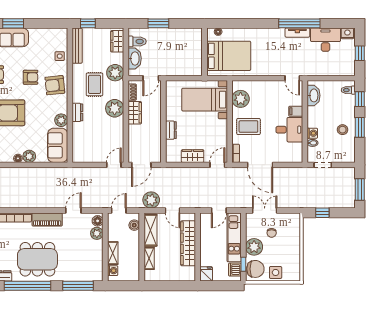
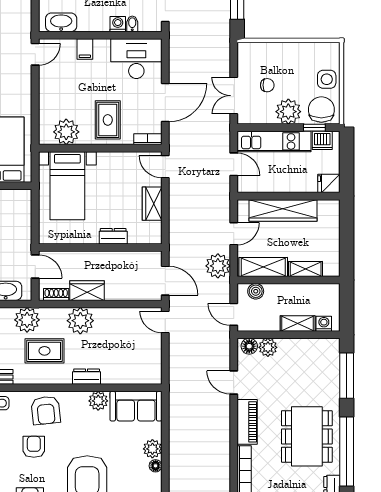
desk: (289, 130) -> (136, 59), moved, width x1.37

